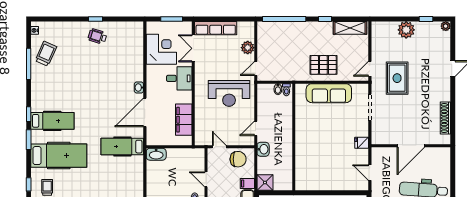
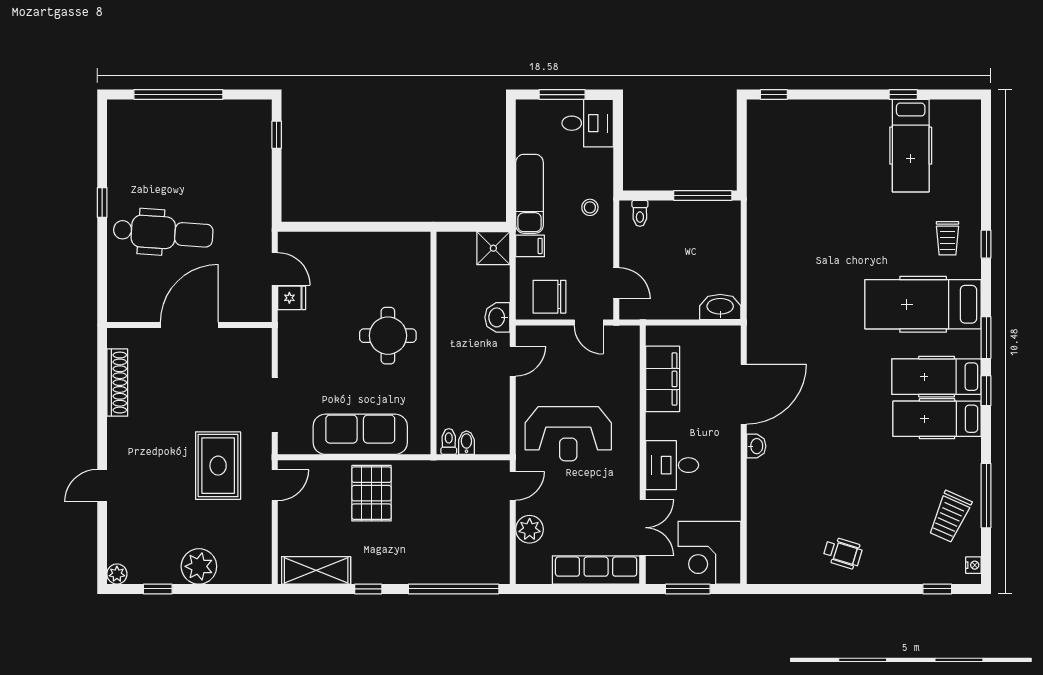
window: (95, 19) -> (937, 589), moved
corner desk: (161, 49) -> (709, 553), moved
pallet: (323, 65) -> (371, 493), turned 90
reception desk: (229, 93) -> (568, 434), turned 180
round table: (316, 141) -> (388, 336), added
fridge: (362, 143) -> (292, 298), moved
hospital bed: (122, 147) -> (937, 419), moved, turned 180
door: (206, 179) -> (616, 283), moved

